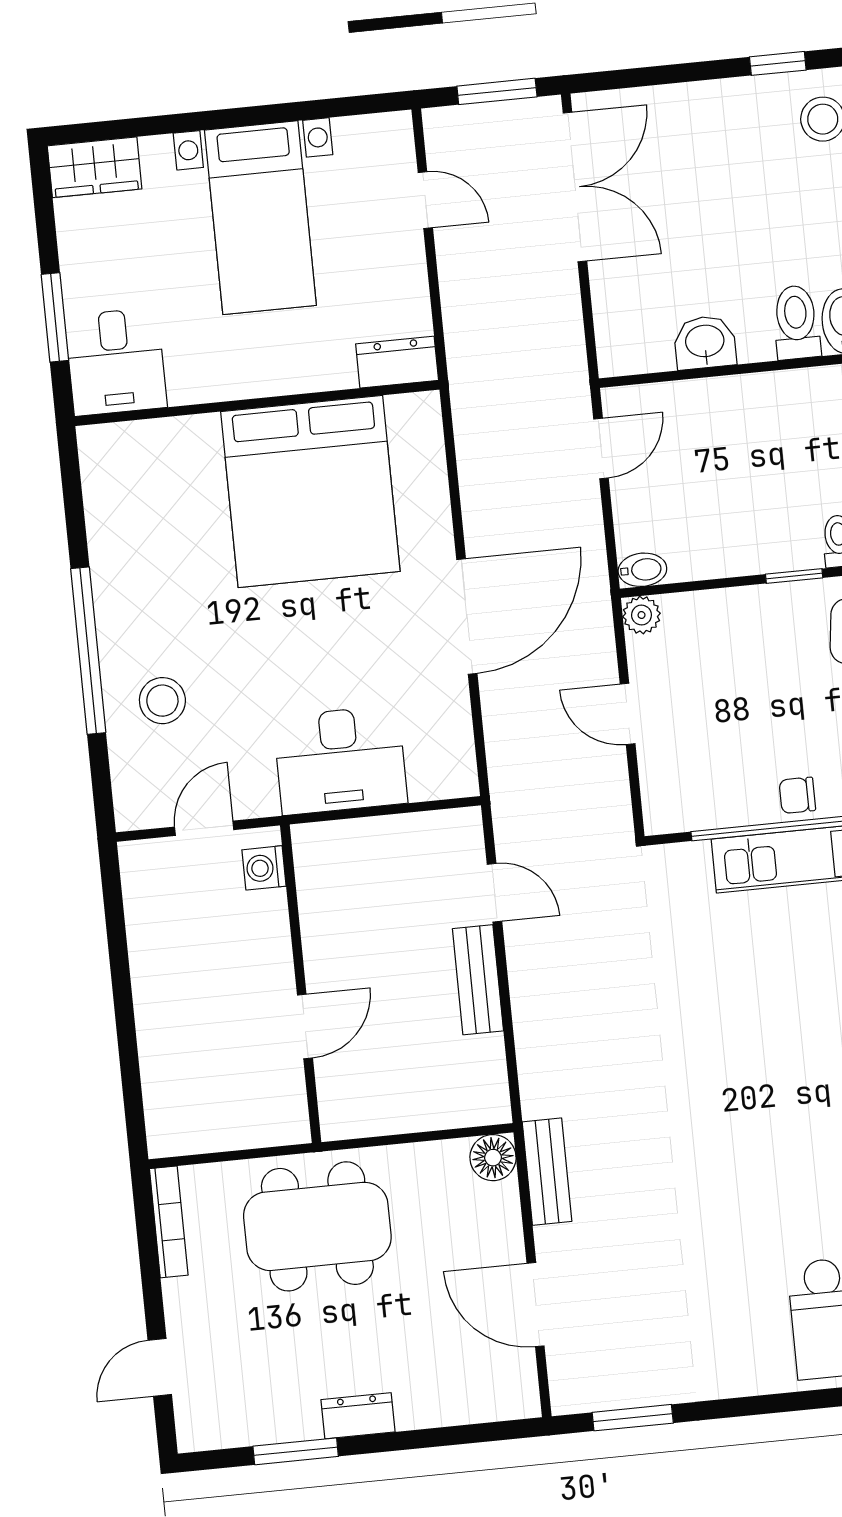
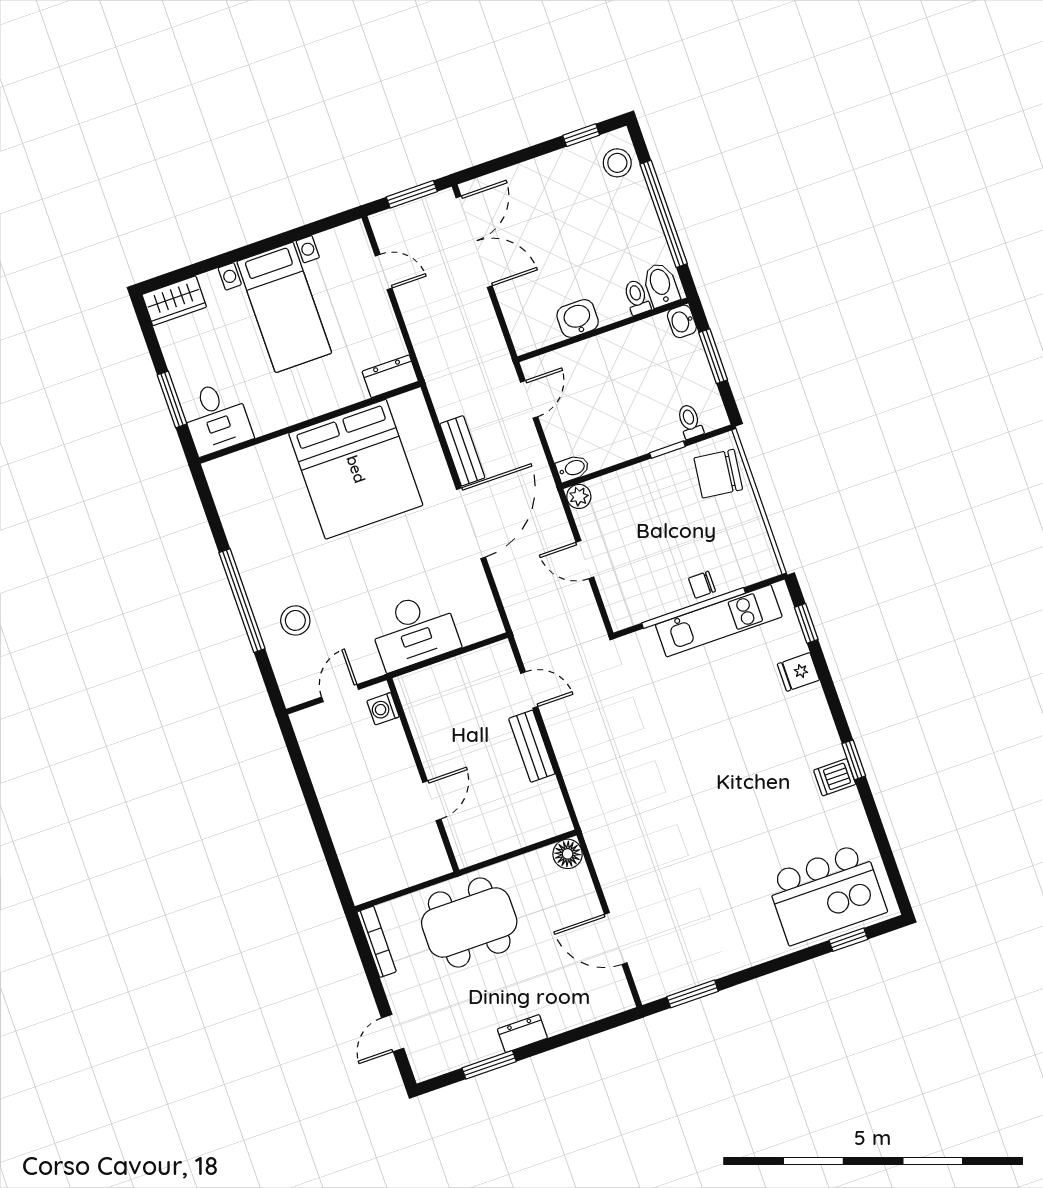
toilet: (796, 322) -> (637, 297), width x0.73, depth x0.72
bench: (547, 1172) -> (462, 451), moved

